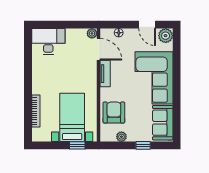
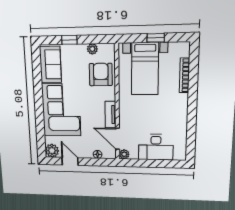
desk: (48, 41) -> (156, 147), moved
armchair: (114, 113) -> (101, 75), turned 180
window: (77, 145) -> (156, 38), moved

